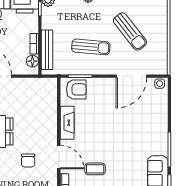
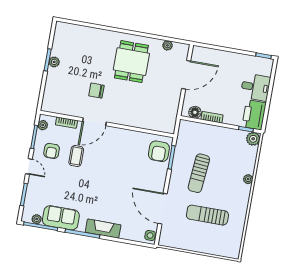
sun lounger: (130, 31) -> (207, 215), turned 38
bench: (47, 50) -> (204, 129), removed
fireplace: (67, 123) -> (103, 229), moved, turned 180

